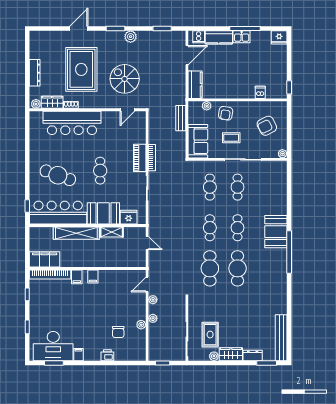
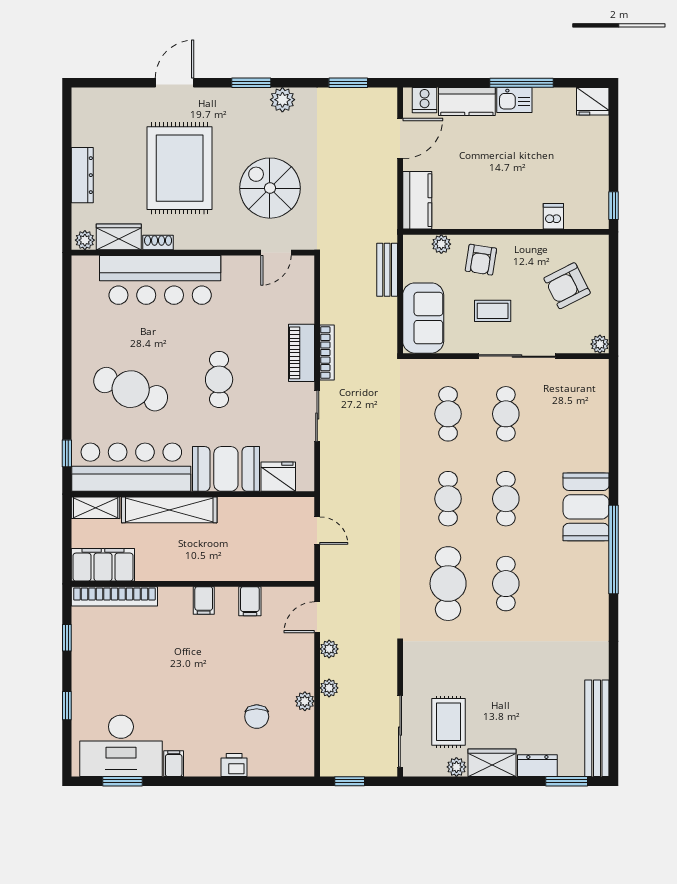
shelving: (112, 232) -> (96, 508), moved
cafe table: (238, 268) -> (506, 584), width x0.73, depth x0.74
filing cabinet: (77, 277) -> (250, 601), moved

